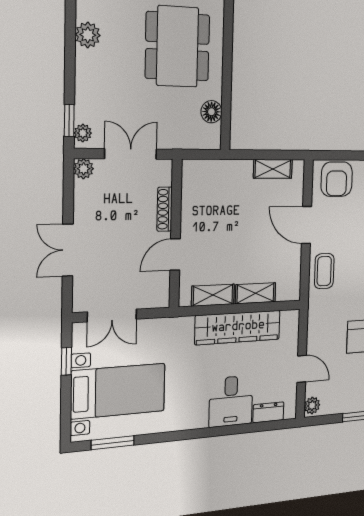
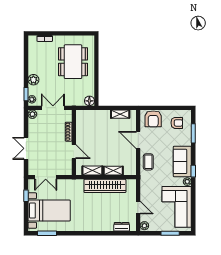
plant: (88, 35) -> (33, 80), moved
floor lamp: (211, 112) -> (89, 101), moved
door: (175, 254) -> (74, 152), swing flipped
desk: (231, 401) -> (103, 220), removed

